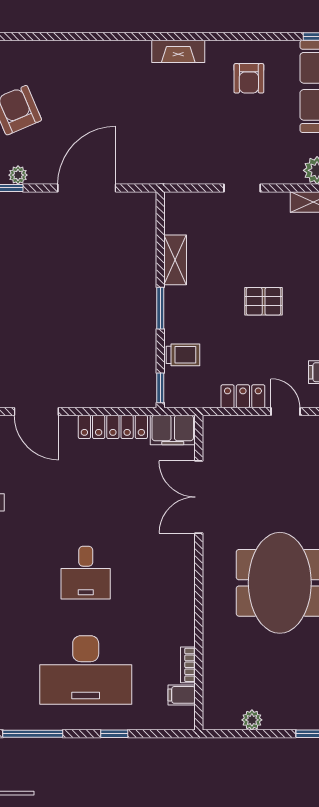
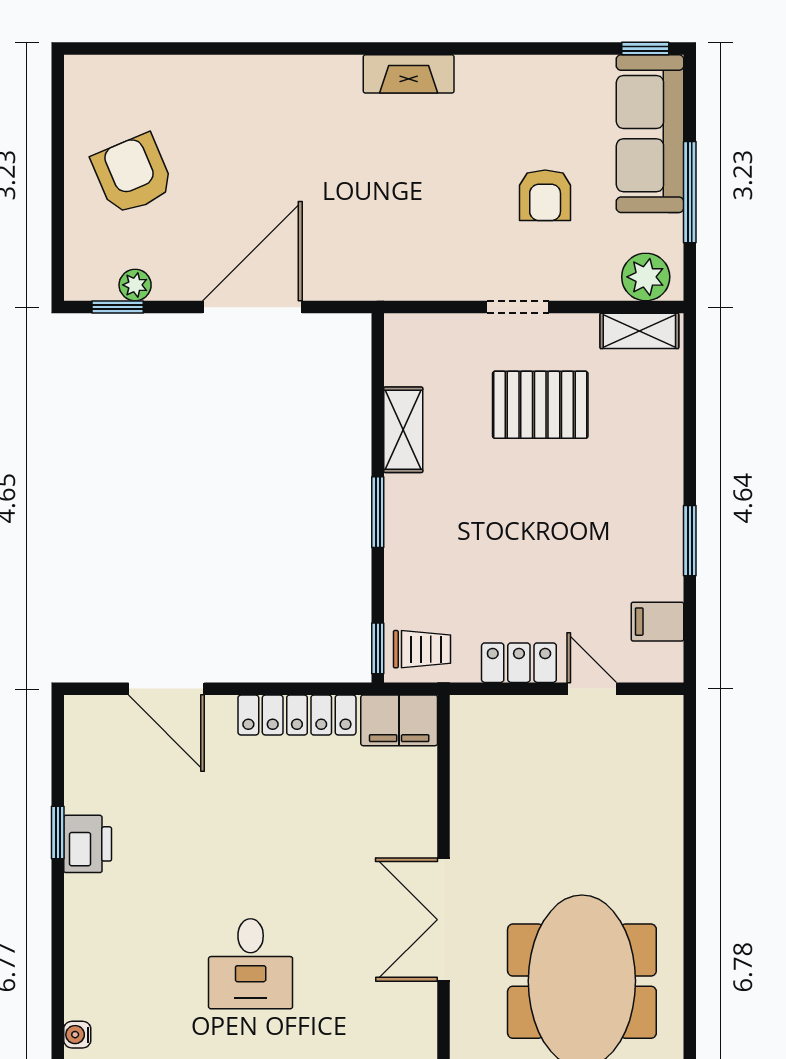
armchair: (249, 78) -> (545, 195), moved
pallet: (264, 301) -> (540, 405), moved, width x1.50, depth x1.42
trolley: (183, 355) -> (422, 649), moved
double door: (199, 497) -> (443, 920), moved

